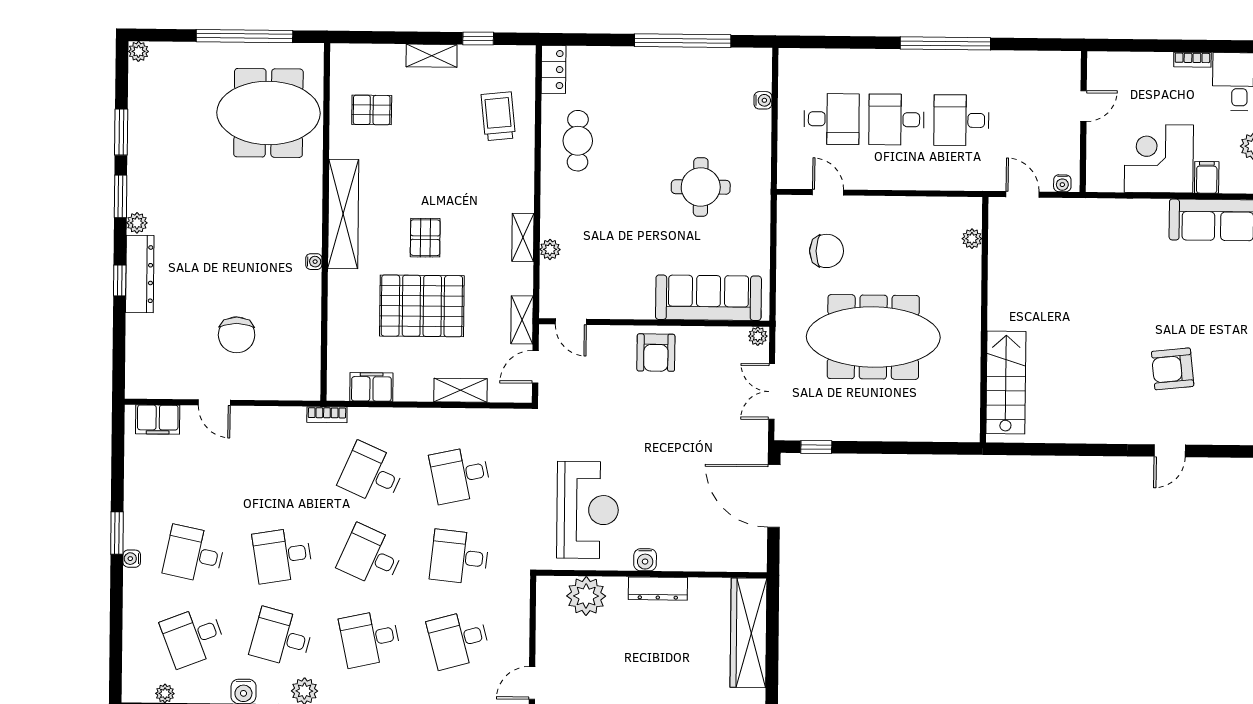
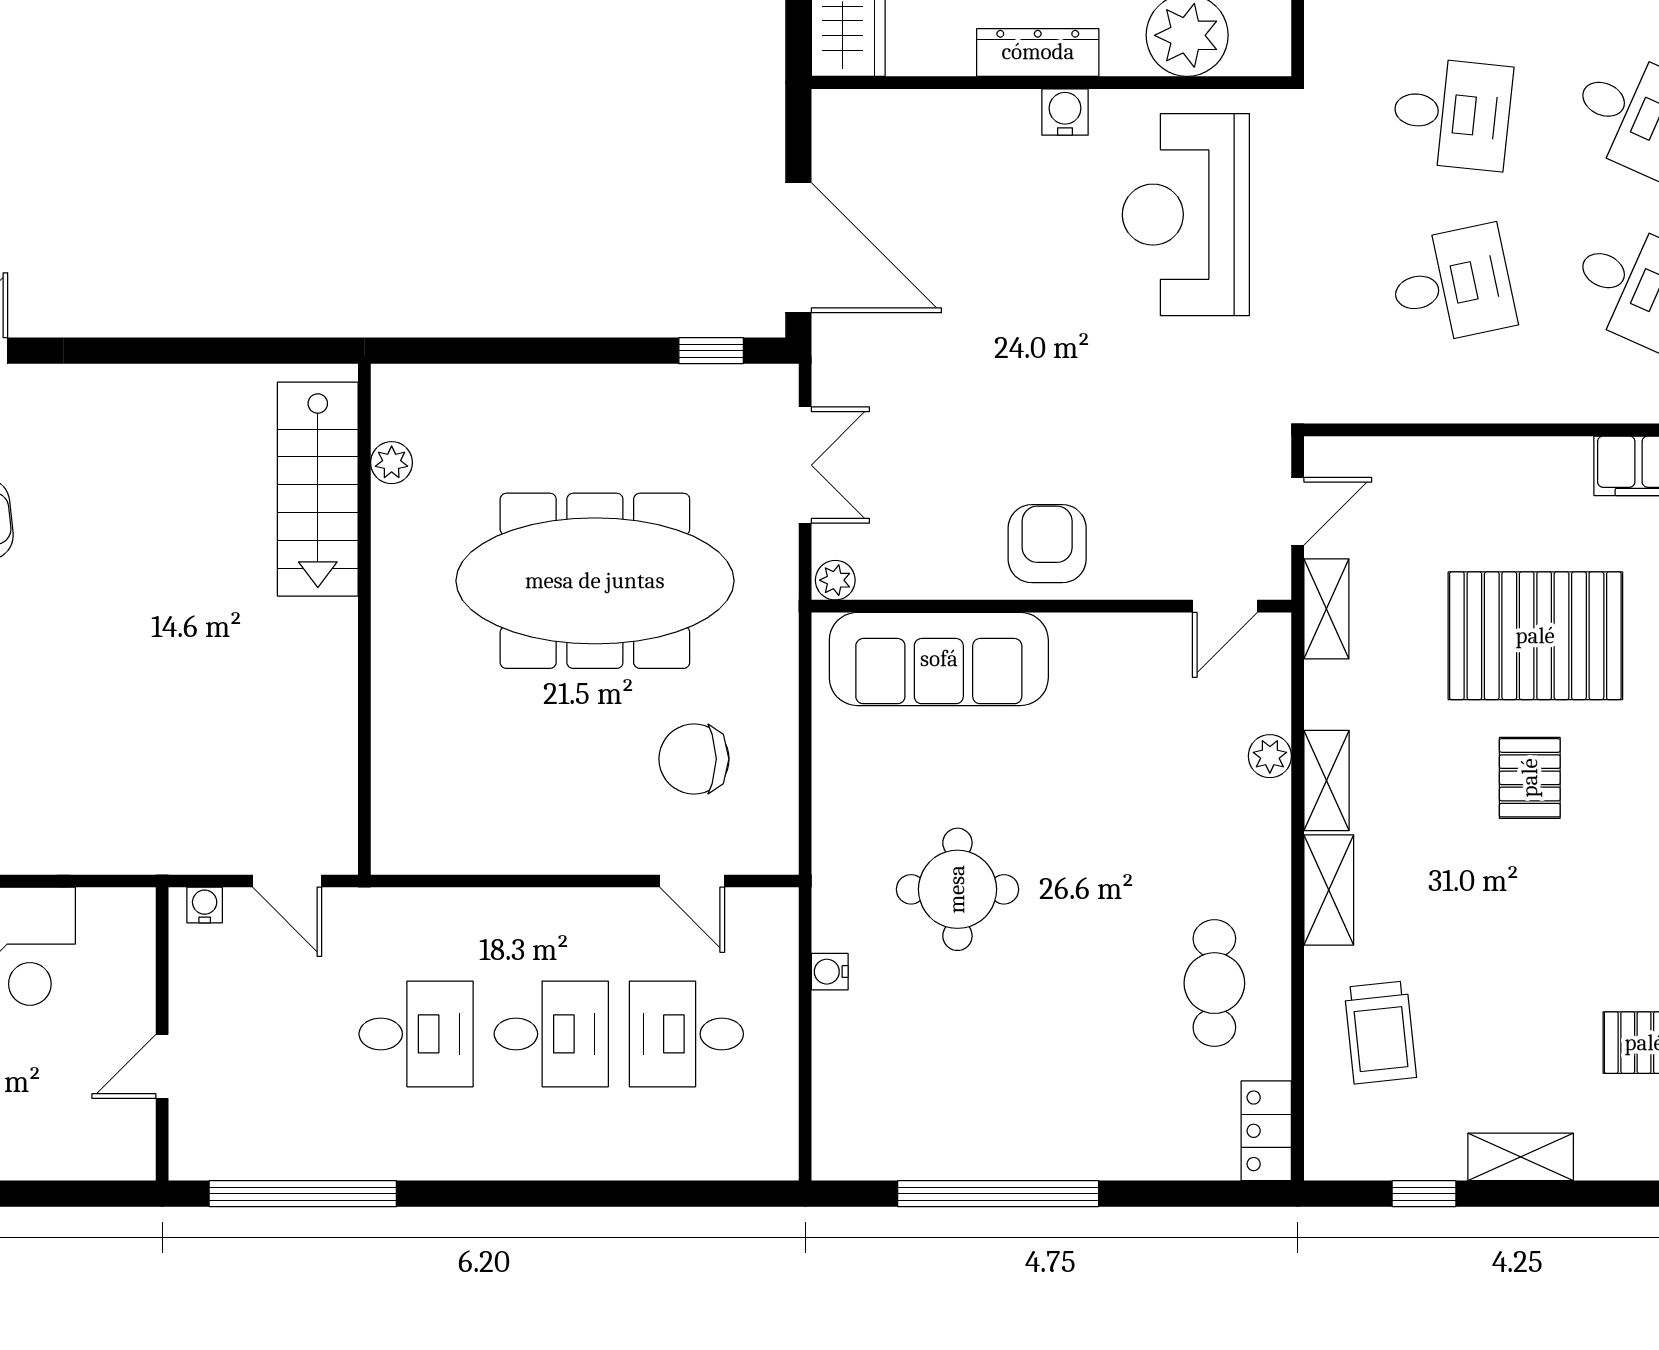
window: (945, 43) -> (303, 1194), moved
water cooler: (763, 100) -> (830, 972), moved
plant: (972, 239) -> (392, 463), moved
door: (571, 322) -> (1225, 606), swing flipped
shelving: (461, 390) -> (1329, 890), moved, turned 90

